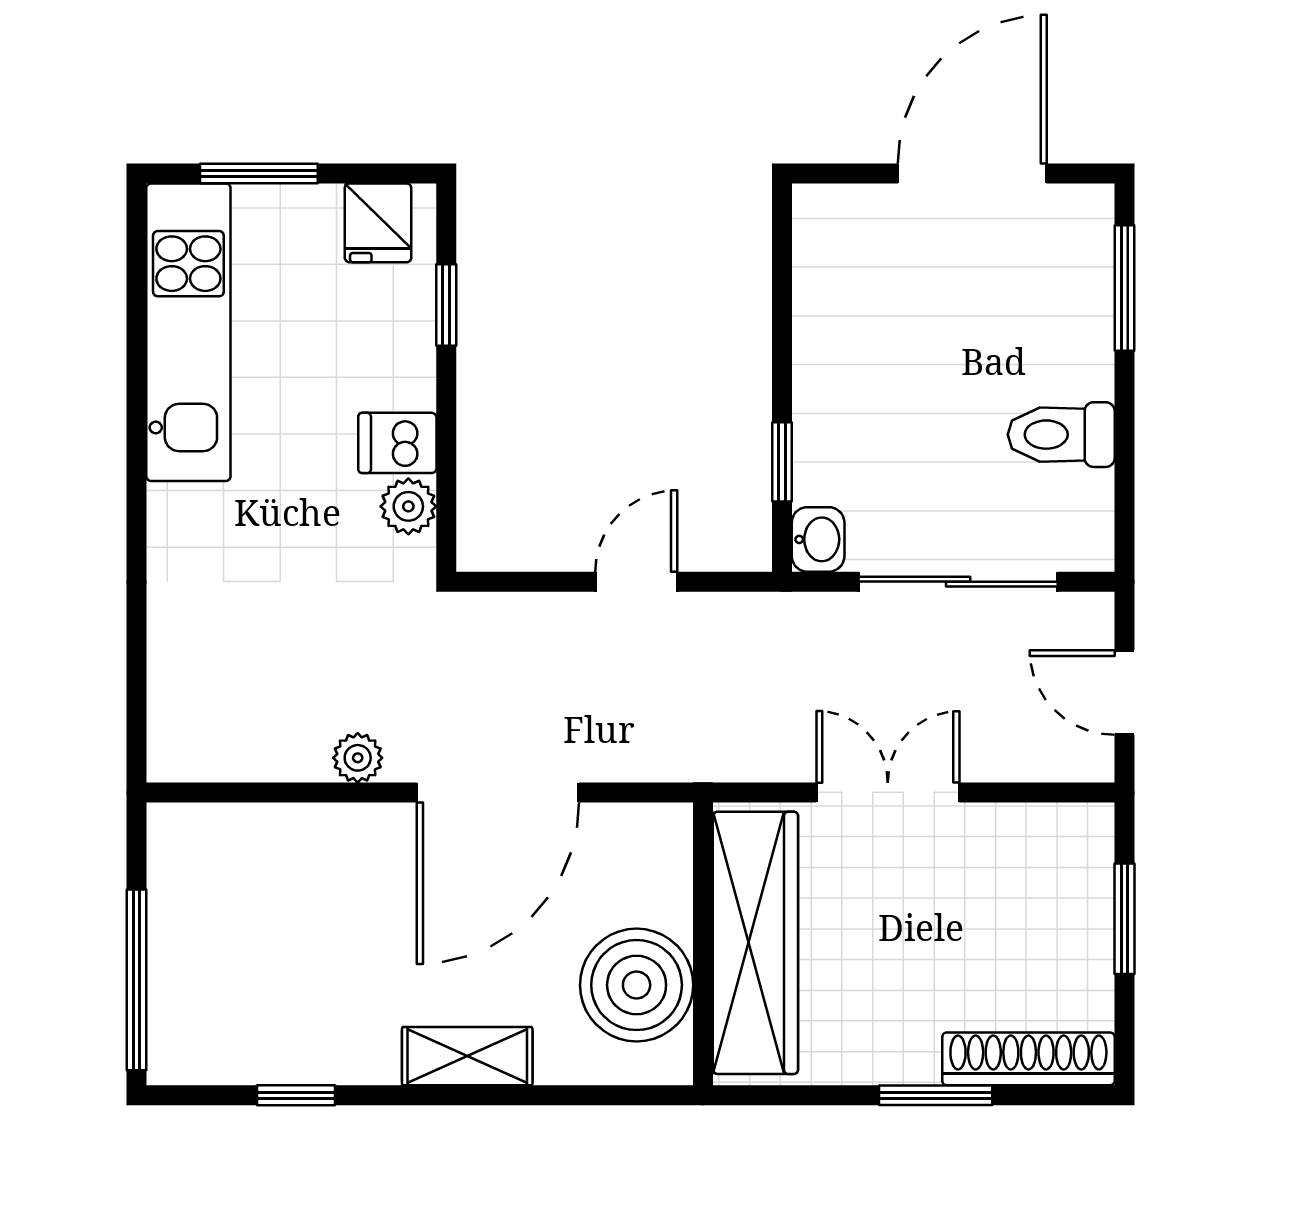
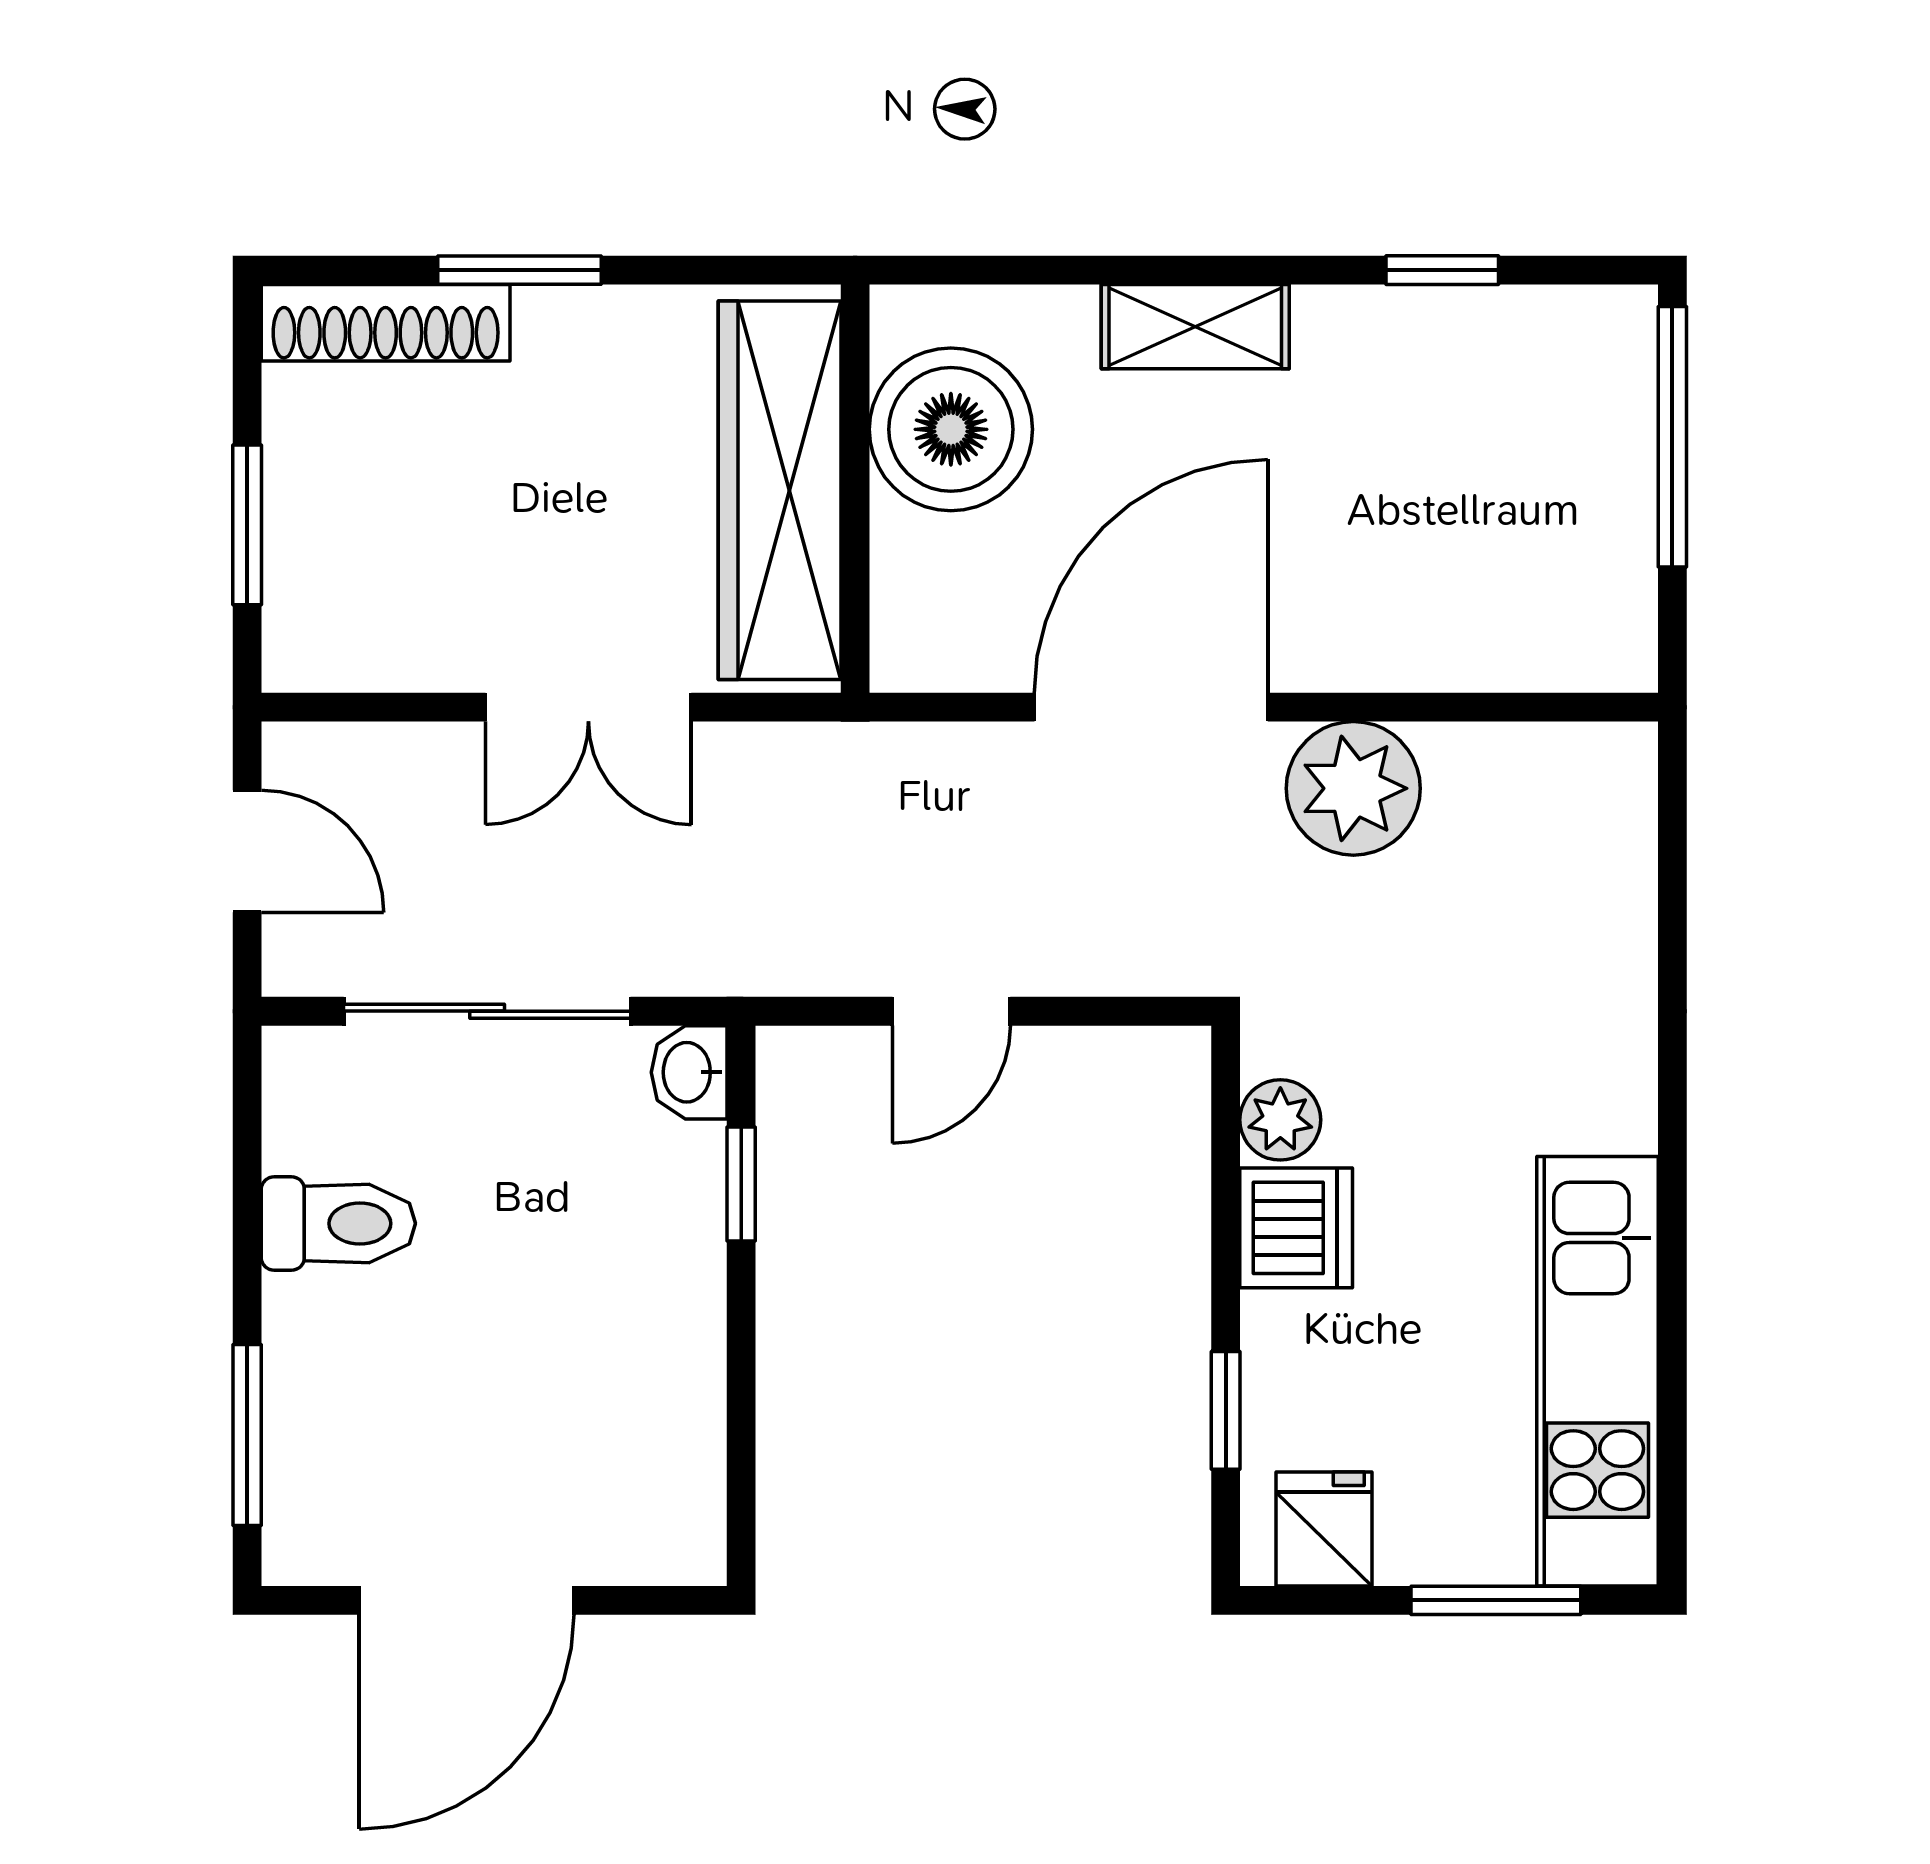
dishwasher: (397, 443) -> (1296, 1228), width x1.38
plant: (358, 758) -> (1353, 788), width x1.87, depth x1.87

